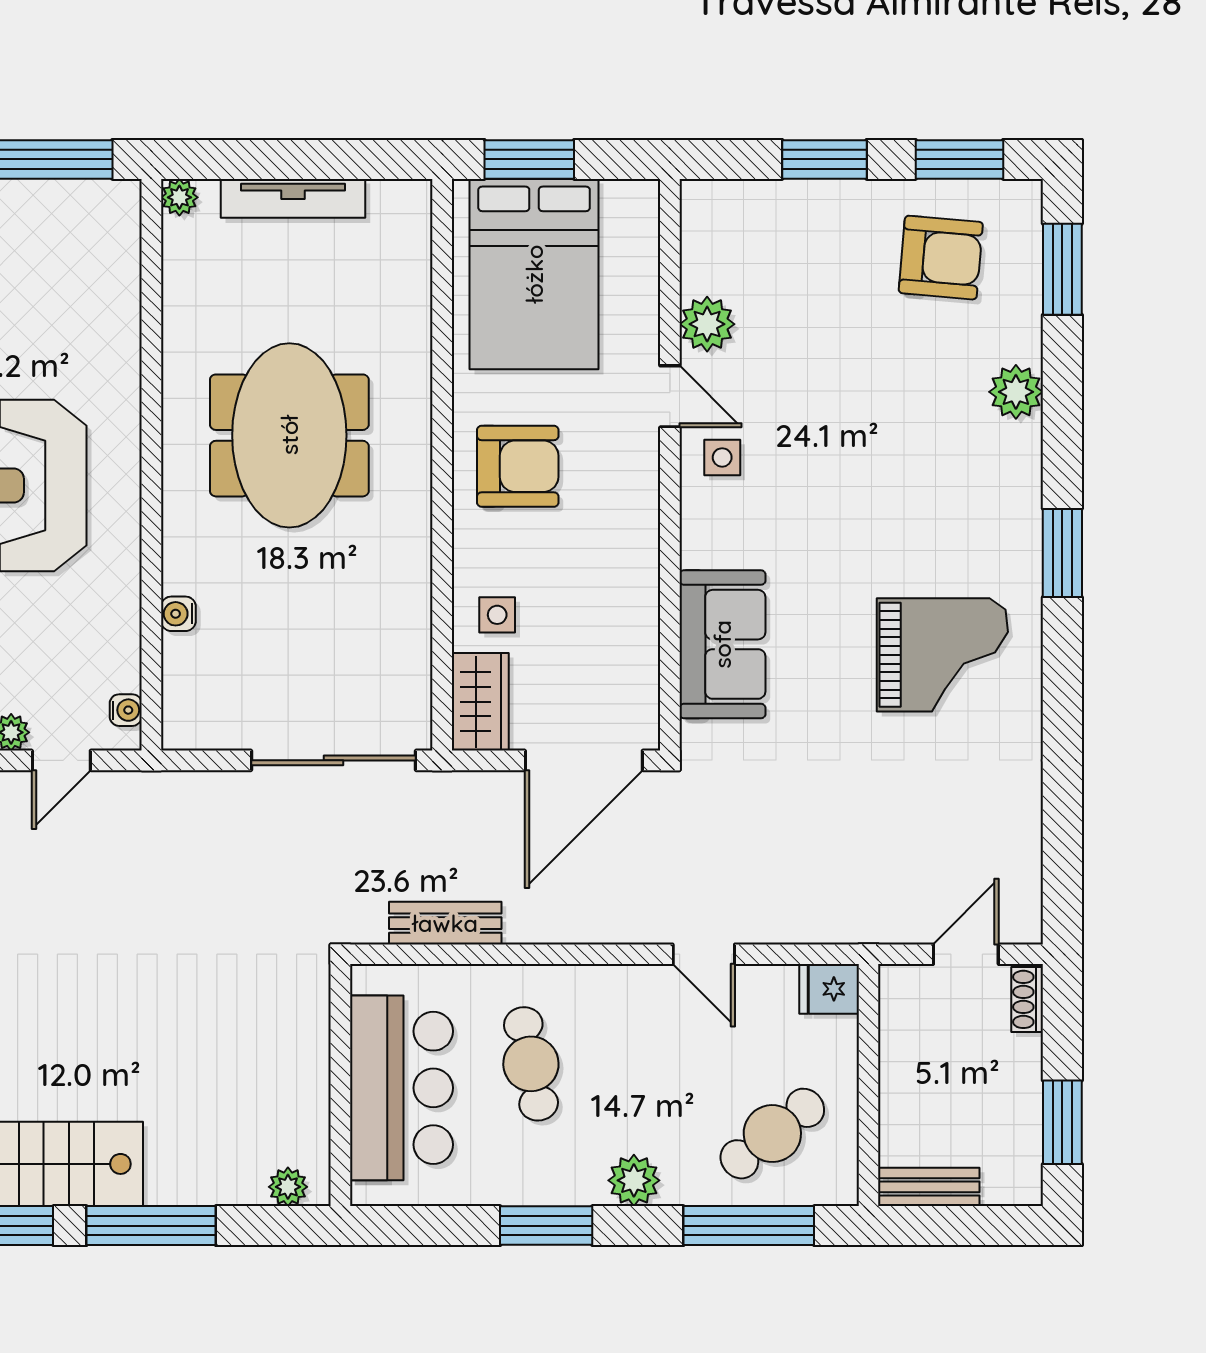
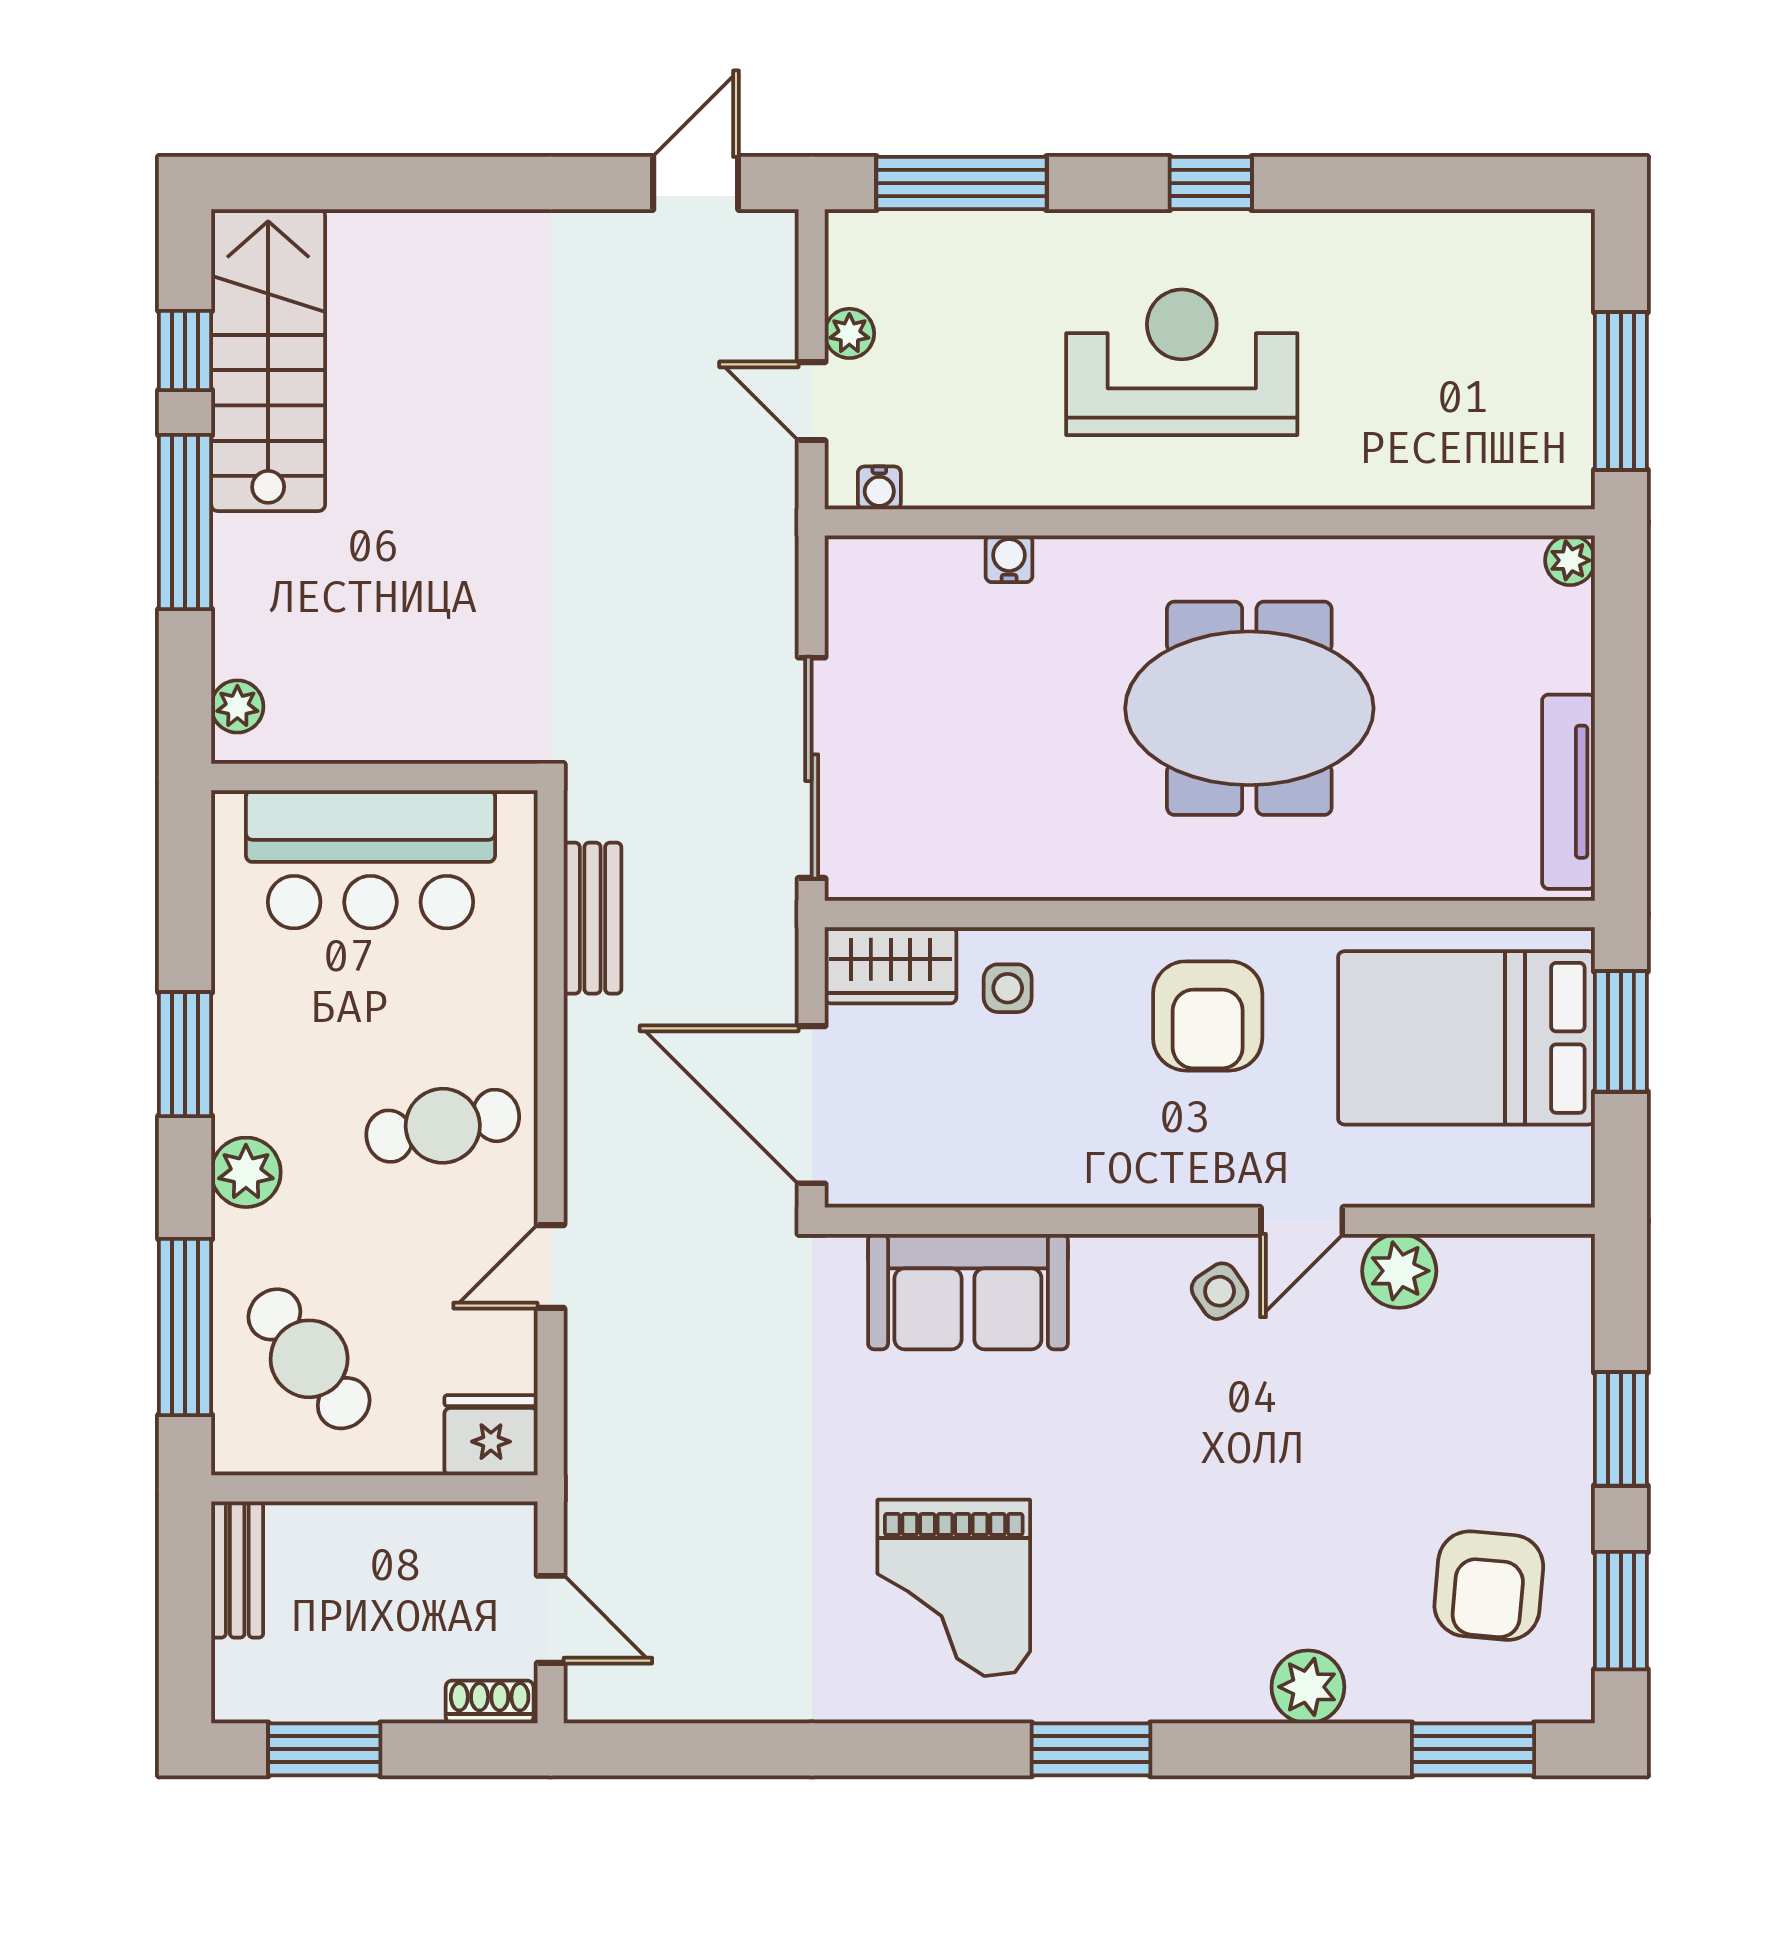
tv unit: (293, 198) -> (1568, 792), moved
side table: (722, 457) -> (1220, 1291), turned -34
fridge: (829, 989) -> (491, 1435), width x1.38
cafe table: (531, 1064) -> (443, 1126), moved

